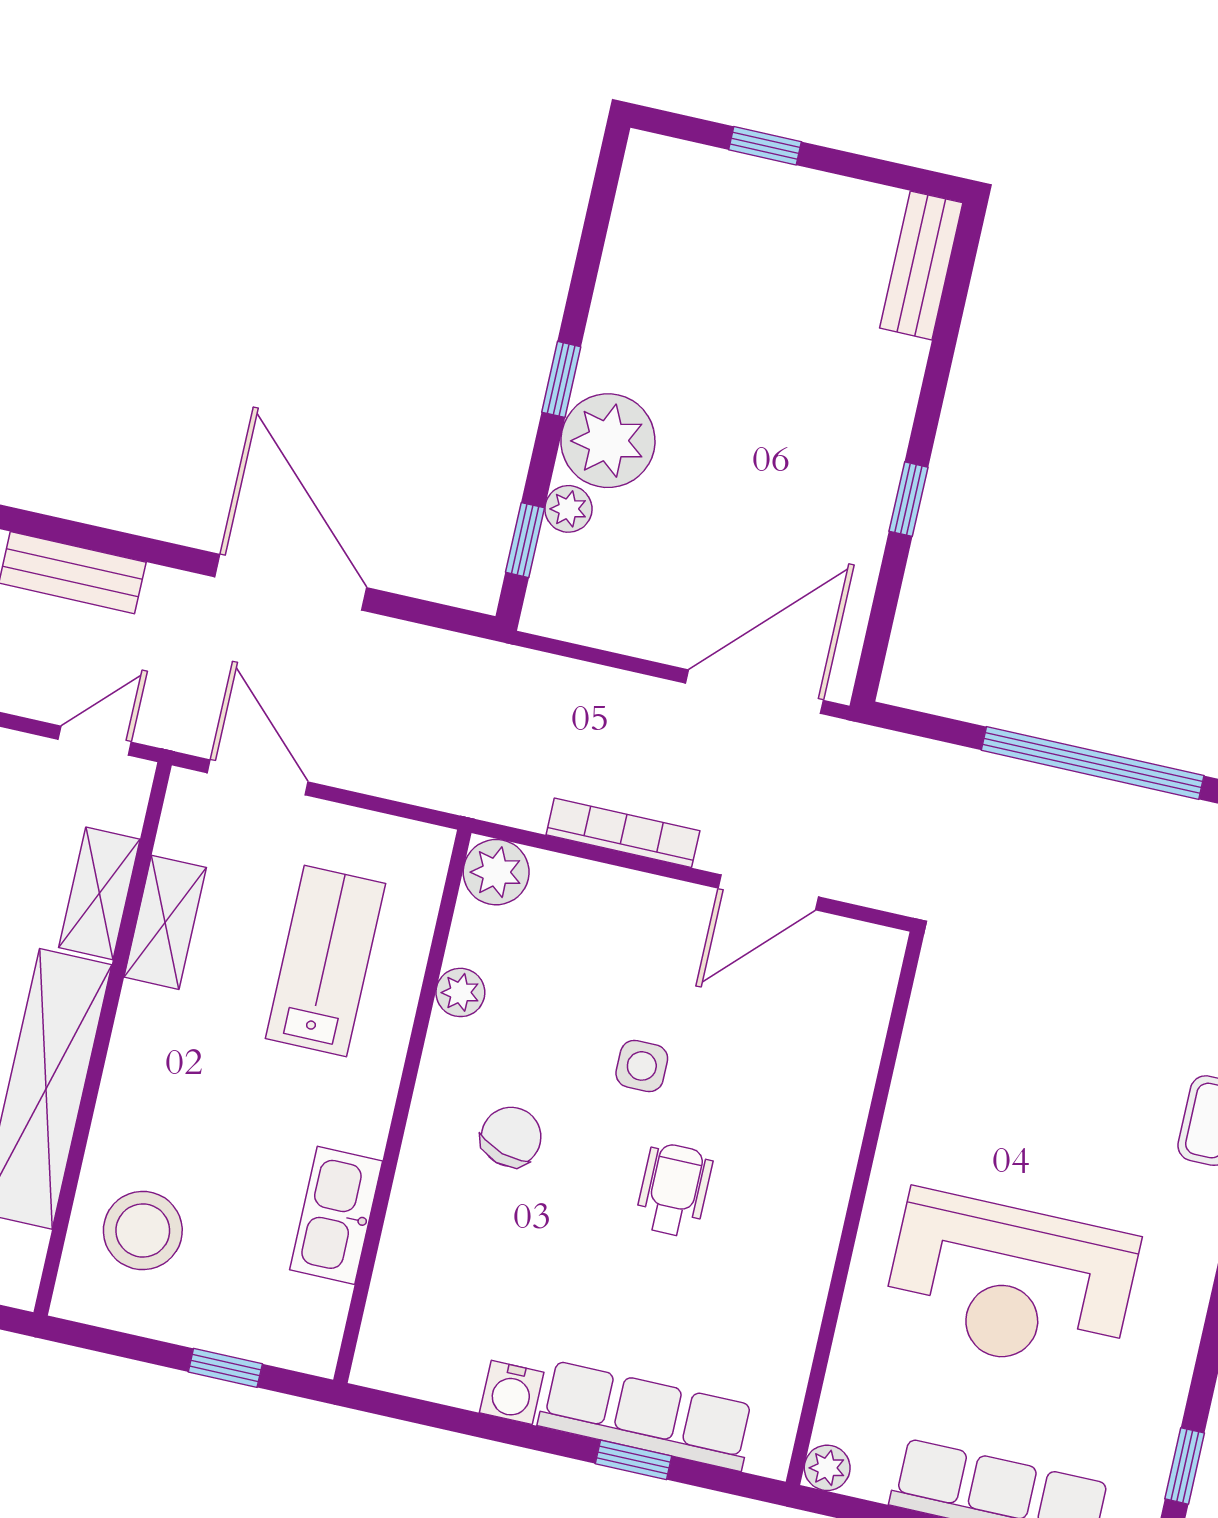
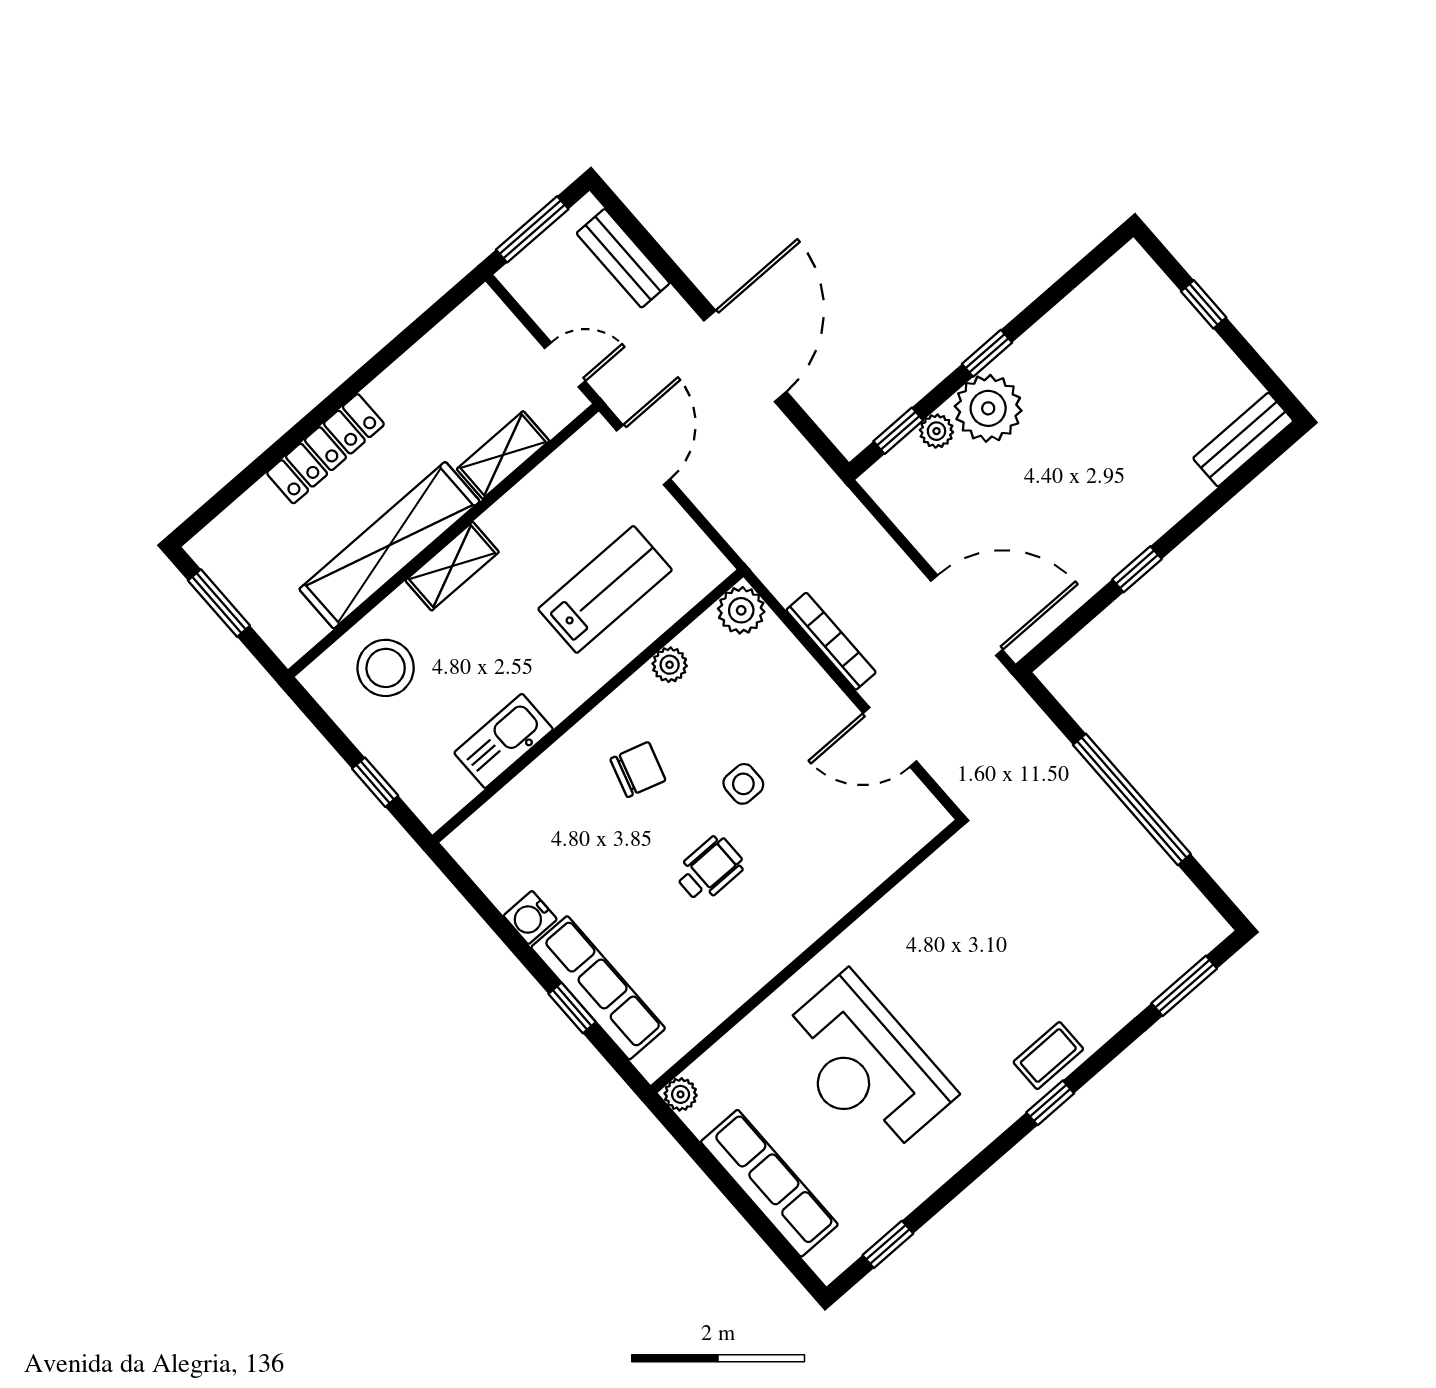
shelving: (165, 922) -> (452, 566), moved

